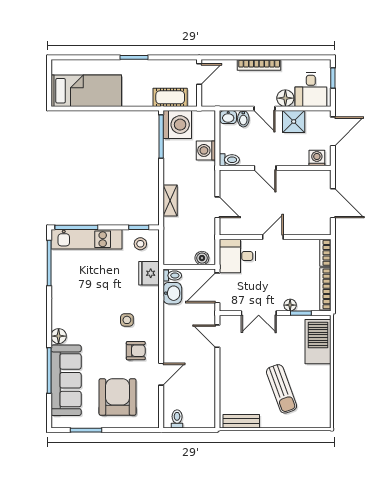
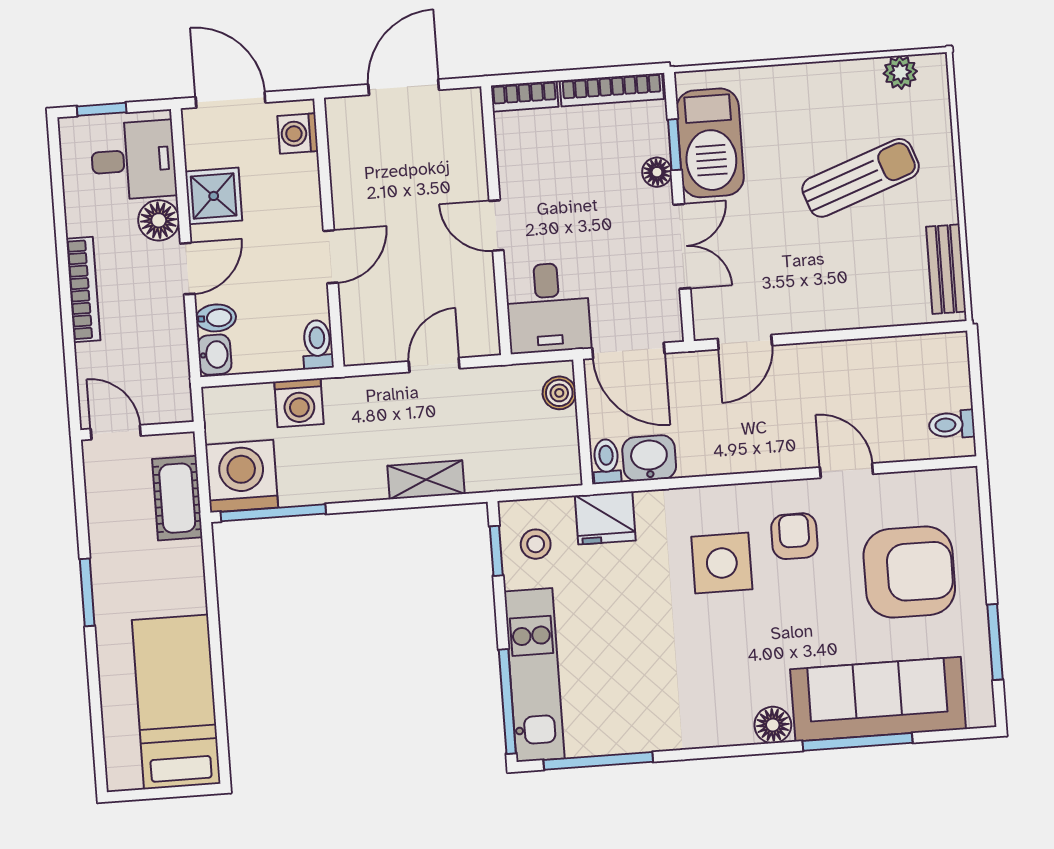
side table: (127, 320) -> (722, 563), width x1.87, depth x1.87
barbecue: (318, 342) -> (710, 143), moved, turned -90
armchair: (118, 397) -> (909, 572), turned 180
plant: (324, 408) -> (900, 72), added

